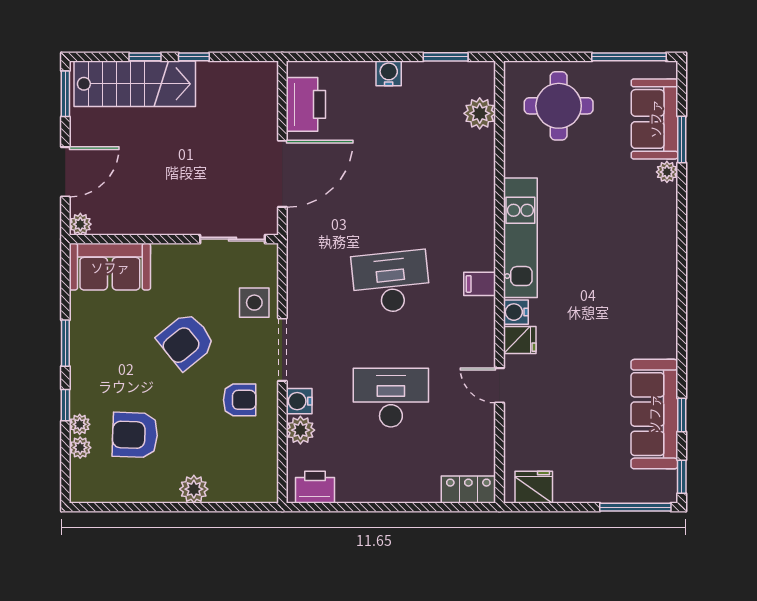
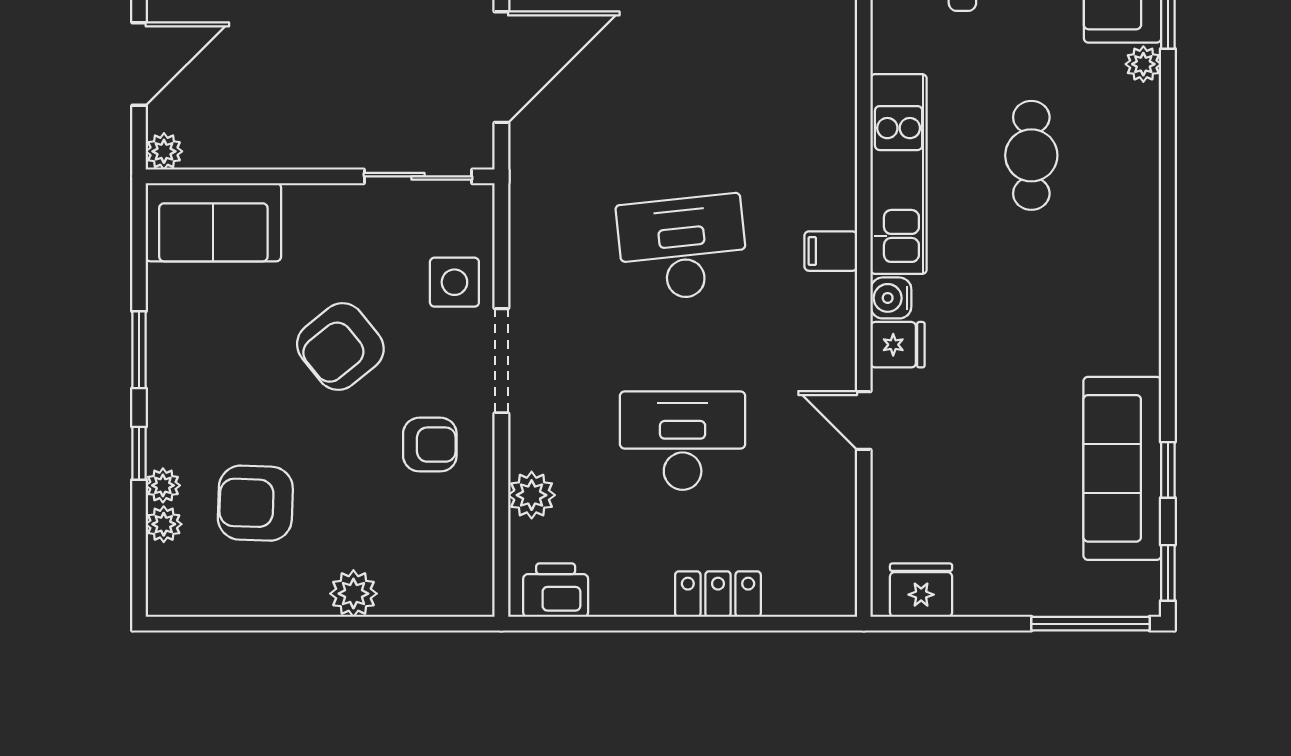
cafe table: (600, 227) -> (1031, 155), added
water cooler: (299, 401) -> (529, 447), removed
locker: (468, 489) -> (718, 594), moved

